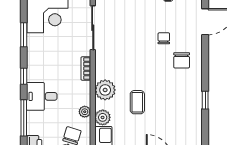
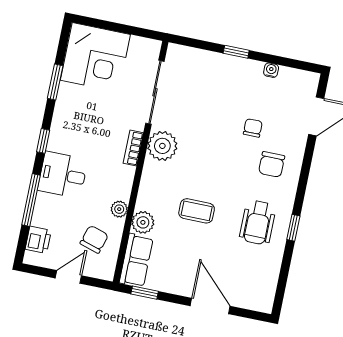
plant: (105, 90) -> (162, 146), moved
coffee table: (137, 102) -> (197, 211), turned 90
wheelchair: (180, 102) -> (258, 223), added

